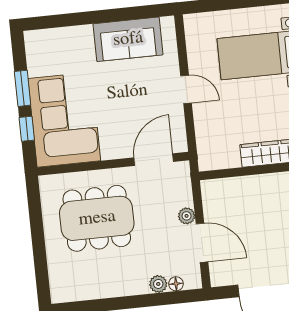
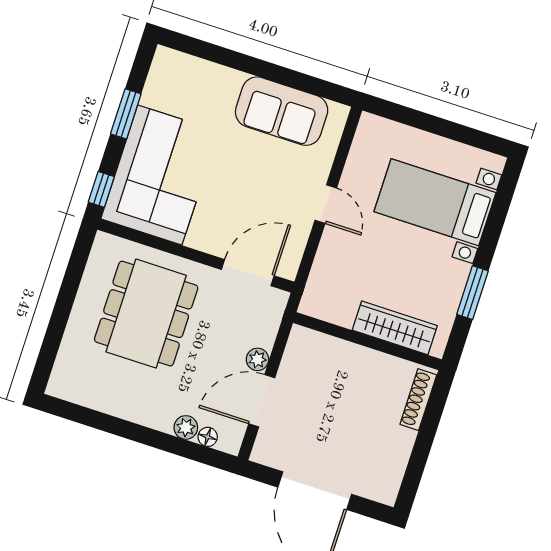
window: (27, 129) -> (101, 189), moved
dining table: (97, 218) -> (146, 314), turned 90
door: (202, 243) -> (262, 401), swing flipped

